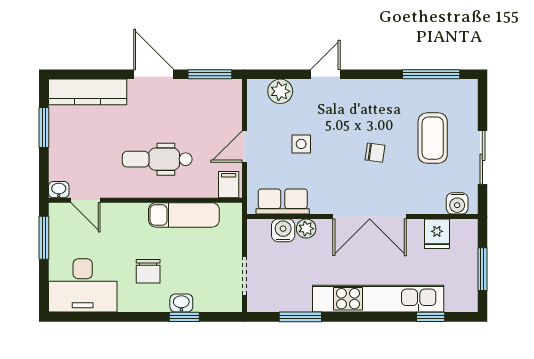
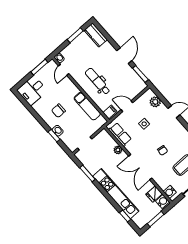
kitchen counter: (88, 92) -> (96, 35), width x0.67
water cooler: (283, 230) -> (163, 201), moved
desk: (83, 285) -> (32, 90), width x0.73

